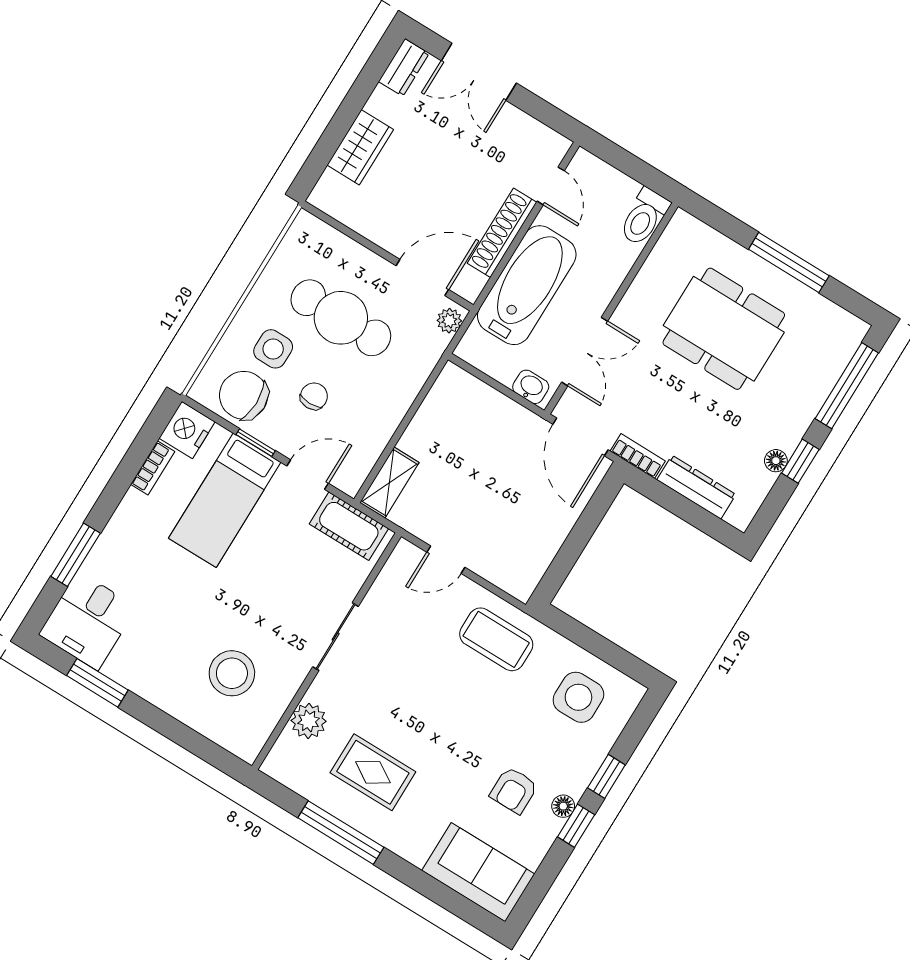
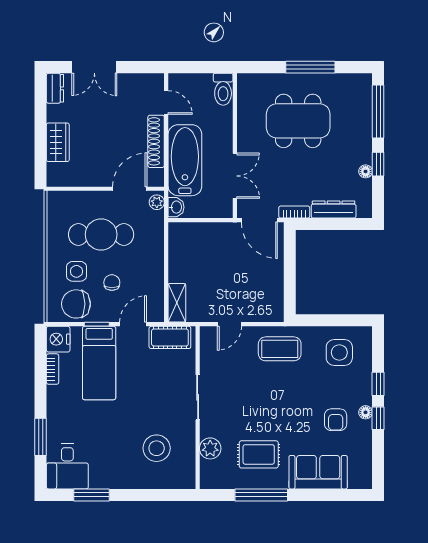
washbasin: (531, 387) -> (176, 207), moved, turned 90
sofa: (478, 872) -> (318, 472), moved

